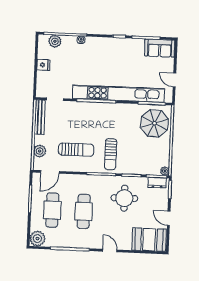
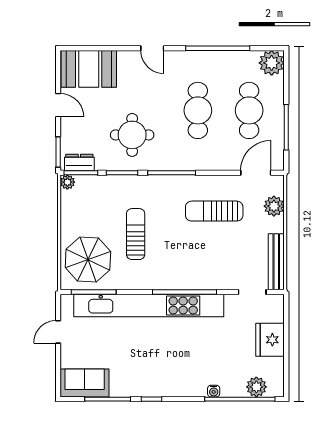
fridge: (43, 65) -> (270, 340), width x1.88, depth x1.34
door: (174, 80) -> (58, 332), swing flipped
sun lounger: (111, 154) -> (136, 234), moved

